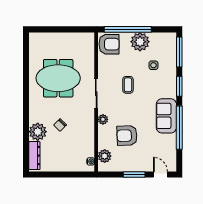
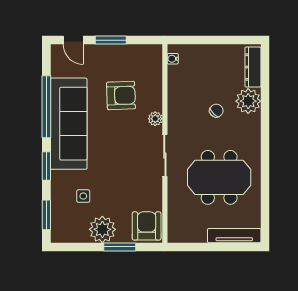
window: (128, 29) -> (120, 247), width x0.47
tv unit: (48, 37) -> (234, 236), added
armchair: (109, 44) -> (147, 226), turned 90
window: (179, 52) -> (46, 215), width x0.69
coffee table: (128, 85) -> (120, 168), removed
sofa: (166, 116) -> (69, 124), width x1.85, depth x1.27
plant: (105, 156) -> (153, 66), removed

